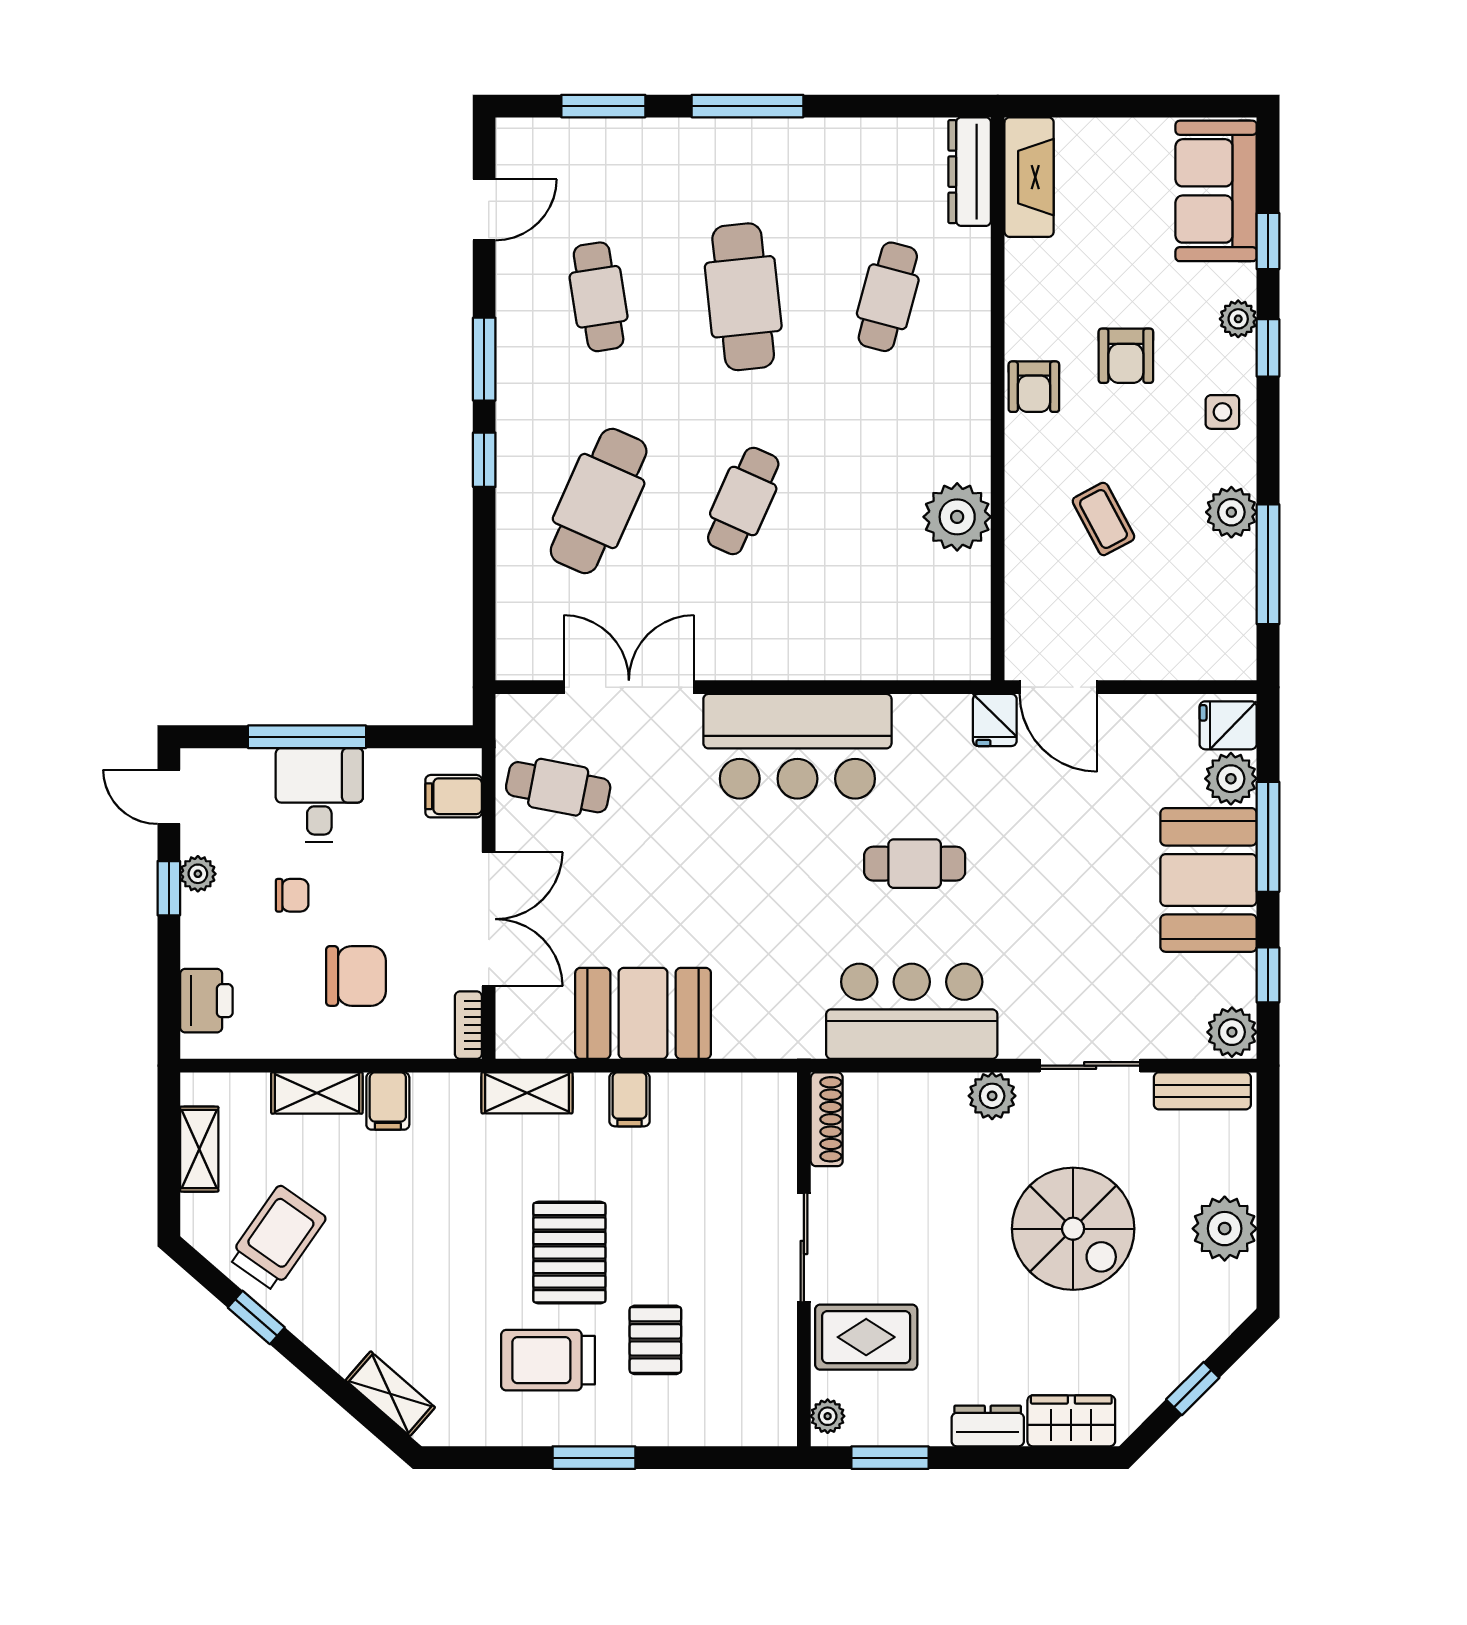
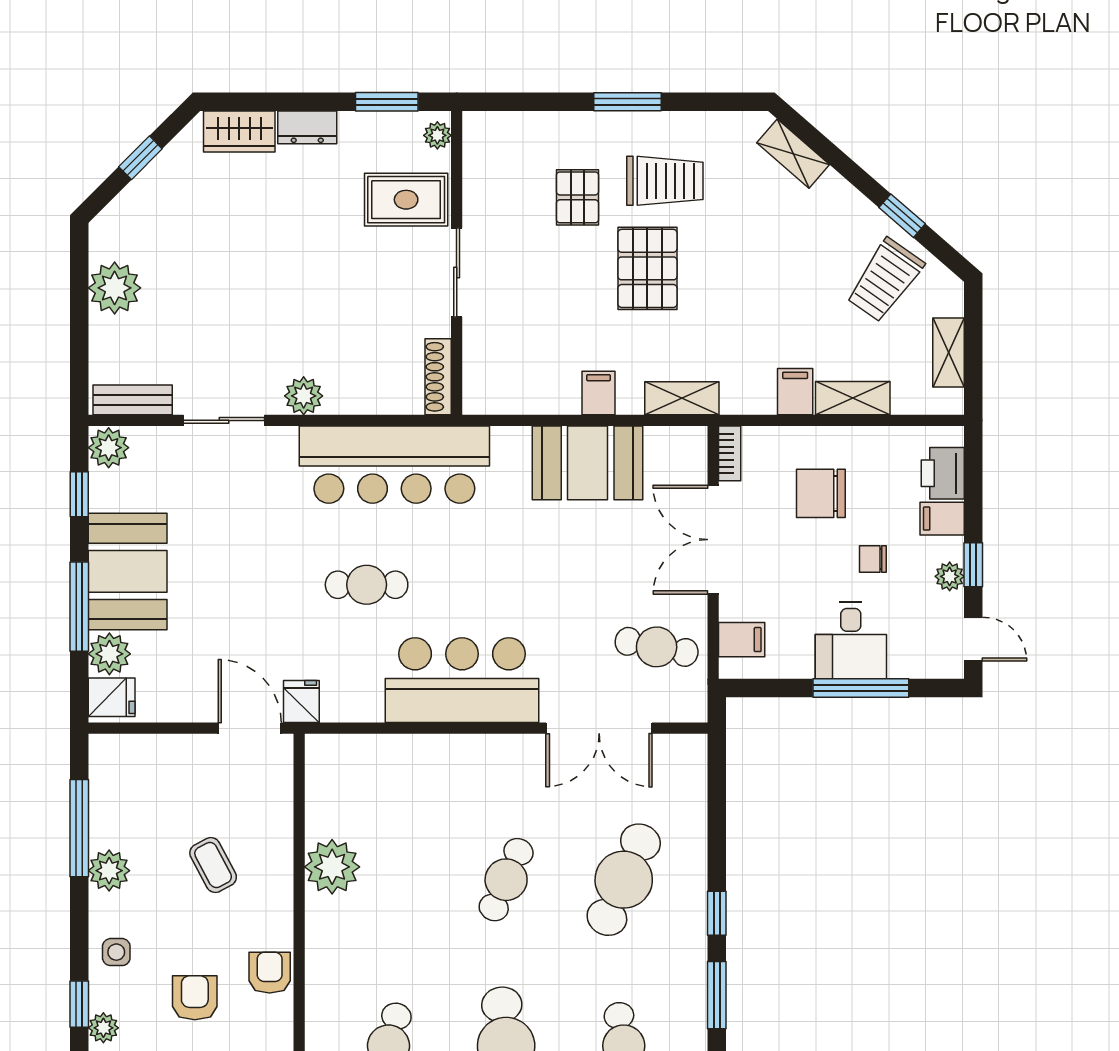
filing cabinet: (207, 945) -> (942, 519), added
bar counter: (912, 1011) -> (394, 465), width x1.36
spiral stairs: (1073, 1229) -> (238, 288), removed

